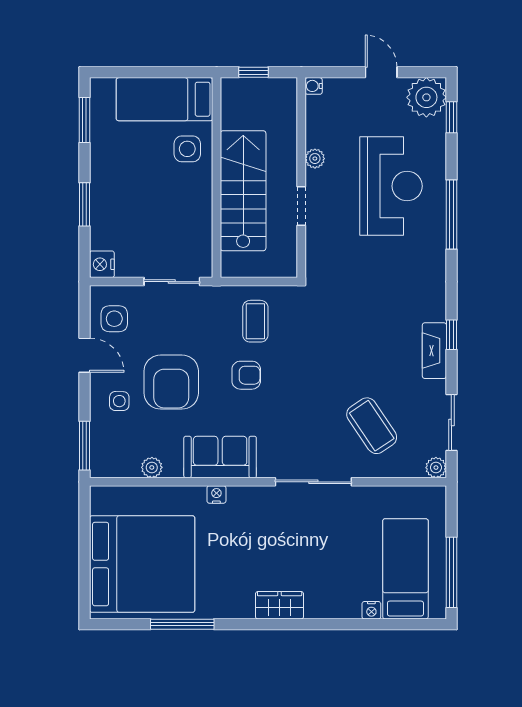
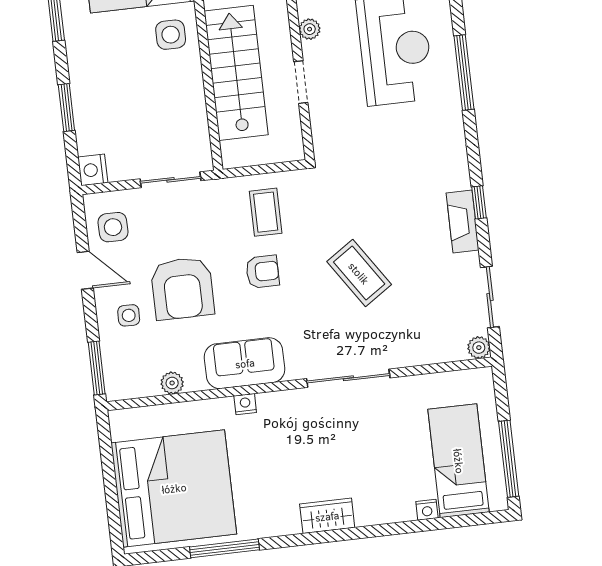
coffee table: (372, 426) -> (359, 273), moved

